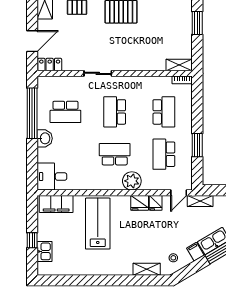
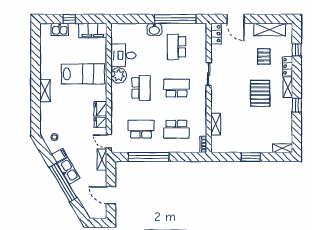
shelving: (179, 65) -> (216, 124), moved
window: (197, 145) -> (149, 157), width x2.11
desk: (52, 177) -> (123, 55), moved, turned -90
plant: (132, 181) -> (119, 75), moved
filing cabinet: (56, 204) -> (93, 30), moved, turned -90
shelving: (147, 269) -> (45, 91), moved

